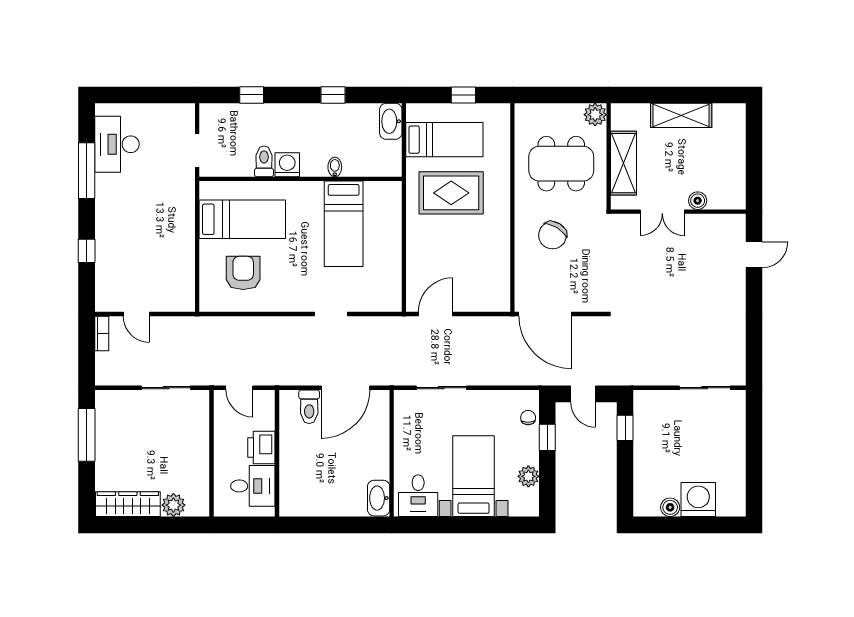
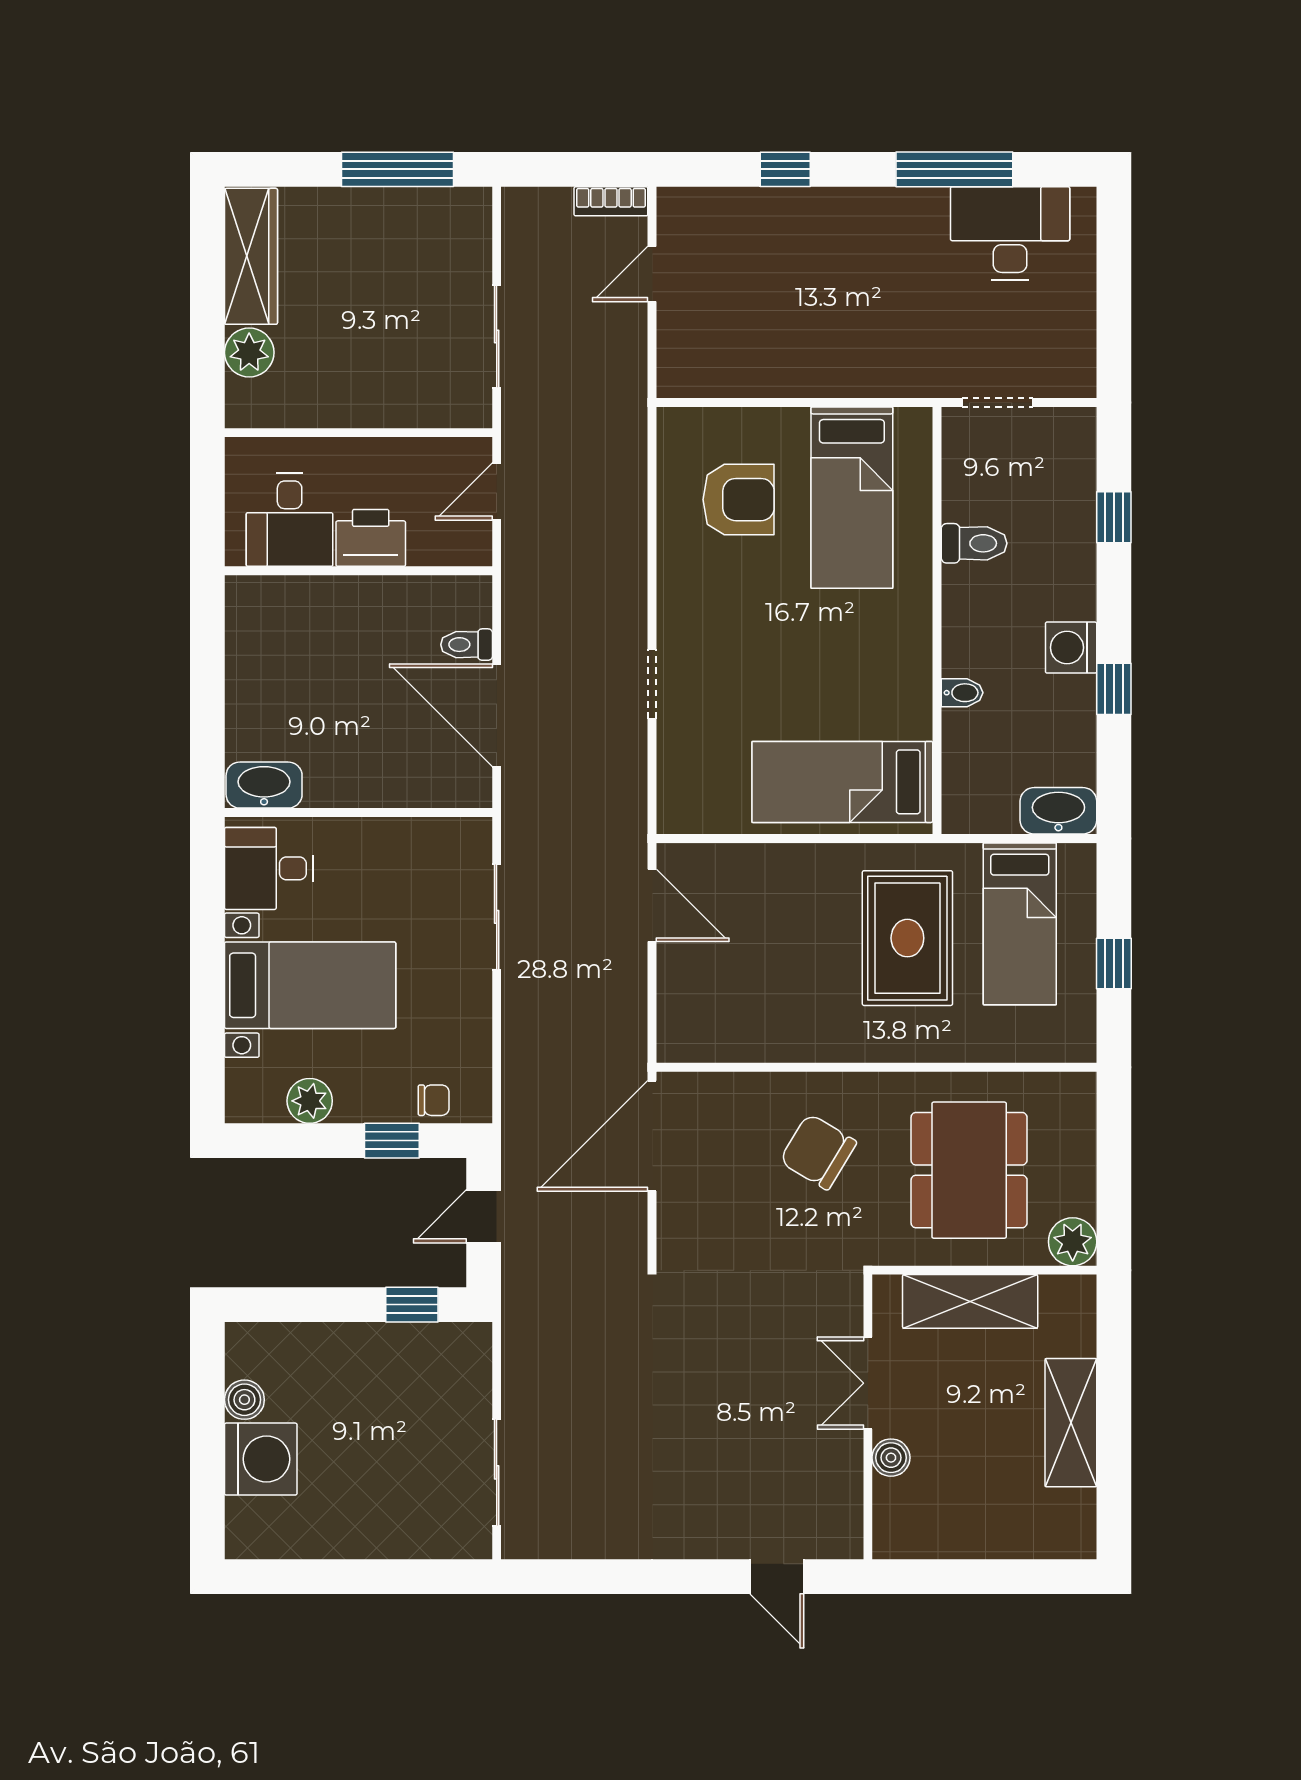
washing machine: (287, 165) -> (1071, 648), moved, turned 180
bed: (344, 224) -> (842, 782), moved
toilet: (309, 407) -> (467, 645), width x0.73, depth x0.72

